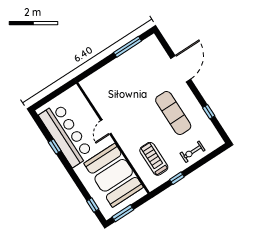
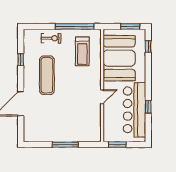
window: (128, 47) -> (65, 145), moved
window: (61, 90) -> (117, 145), added
window: (177, 178) -> (75, 26), width x3.17

